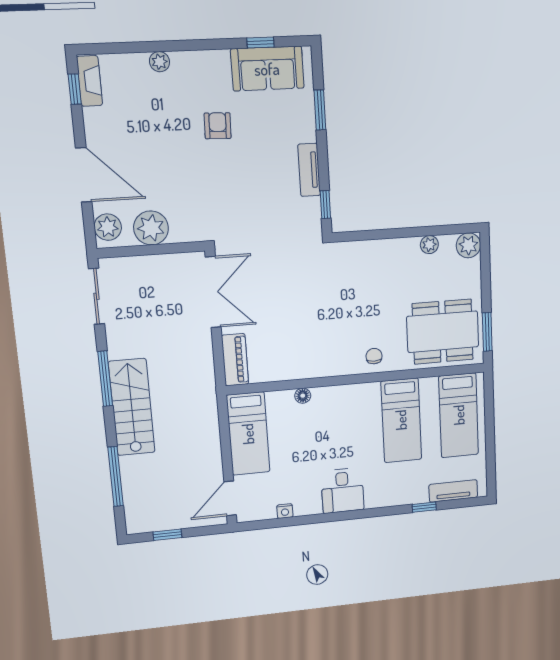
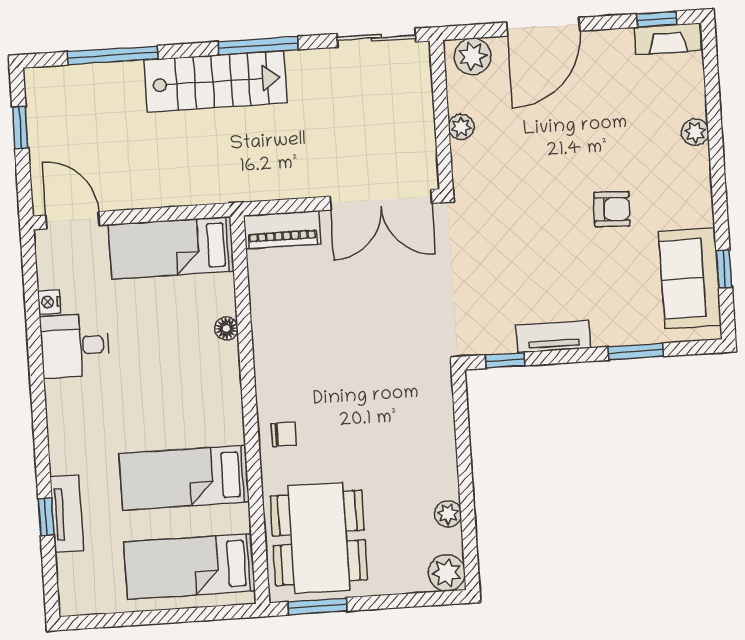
plant: (151, 228) -> (461, 127), width x0.53, depth x0.53
desk: (343, 491) -> (75, 346), moved
tv unit: (453, 491) -> (67, 514), moved

